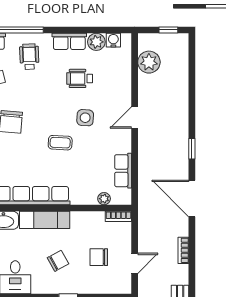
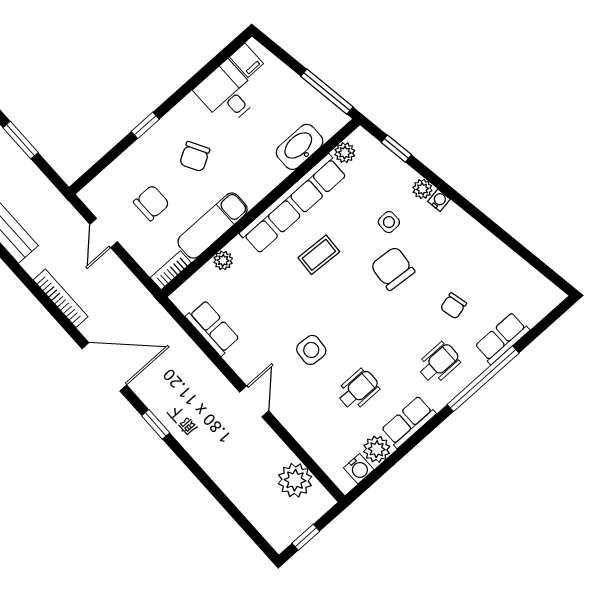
wheelchair: (29, 57) -> (439, 363), turned -88
coffee table: (60, 143) -> (319, 255), moved
plant: (104, 199) -> (223, 260), moved
exam couch: (45, 220) -> (213, 226), moved
bookcase: (183, 250) -> (61, 298), width x1.56

